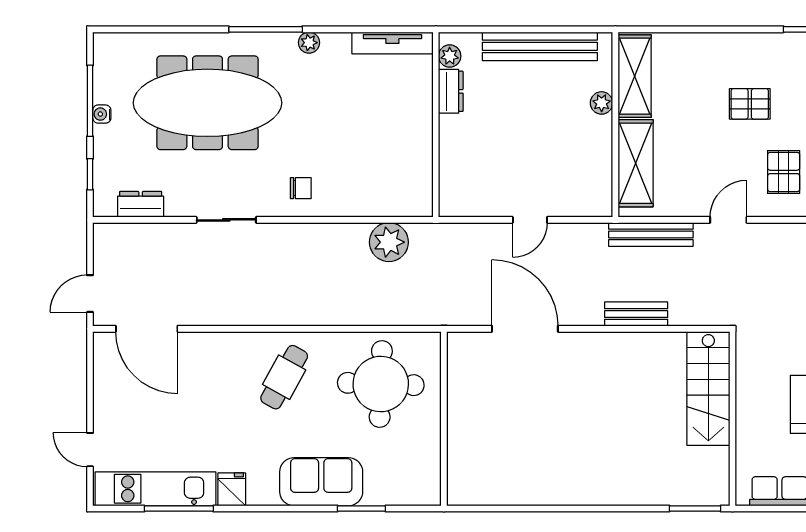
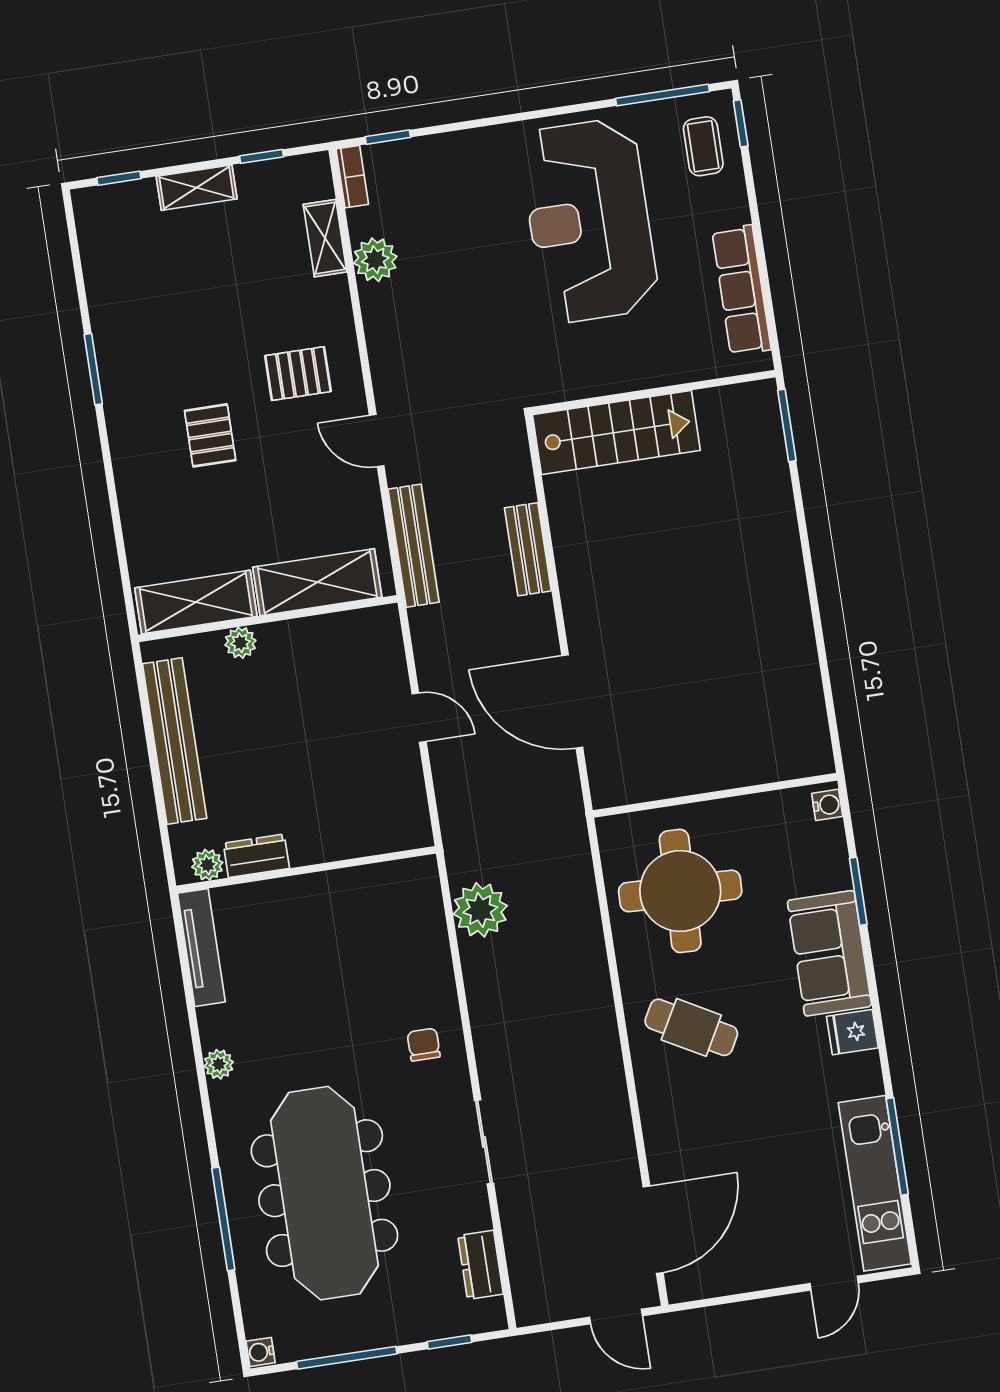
window: (266, 29) -> (223, 1219), moved
water cooler: (102, 114) -> (261, 1352), moved, turned 90
door: (525, 329) -> (572, 701), hinge flipped
fridge: (232, 489) -> (852, 1032), moved
water cooler: (425, 496) -> (827, 805), added

